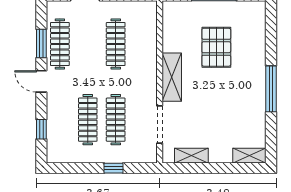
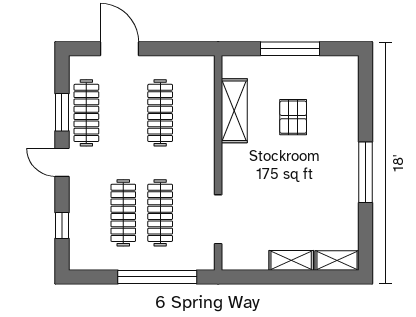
pallet: (216, 47) -> (293, 117), width x0.67, depth x0.71
shelving: (172, 77) -> (234, 111), moved
shelving: (191, 156) -> (291, 260), moved
window: (114, 168) -> (157, 277), width x3.17

